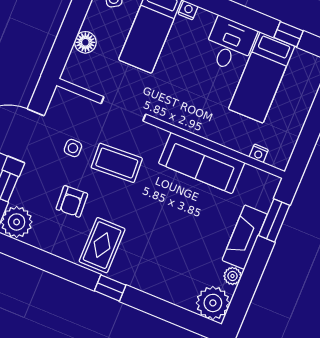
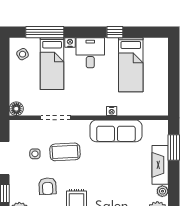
window: (288, 34) -> (115, 32), moved
floor lamp: (85, 42) -> (16, 109), moved
desk: (230, 44) -> (90, 53), moved
nightstand: (259, 153) -> (112, 111), moved

